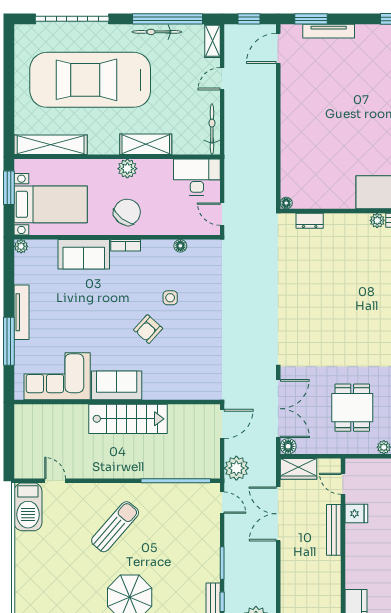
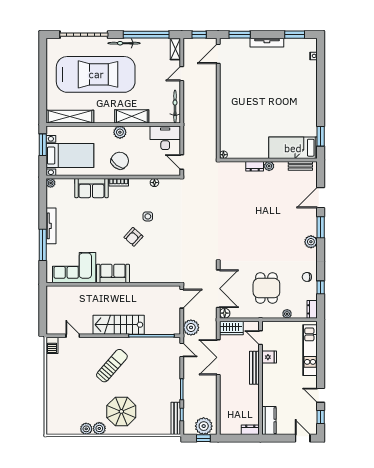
tv unit: (329, 31) -> (267, 43), moved
bicycle: (157, 32) -> (124, 43), moved
car: (90, 80) -> (96, 74), turned 180
plant: (377, 220) -> (269, 166), moved
dresser: (310, 221) -> (255, 166), moved
stairs: (128, 419) -> (119, 325), moved, turned 180
barbecue: (28, 507) -> (52, 345), width x0.53, depth x0.65

